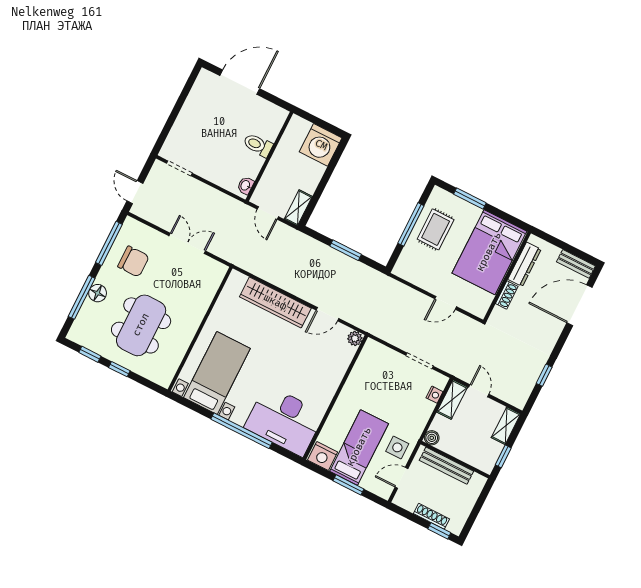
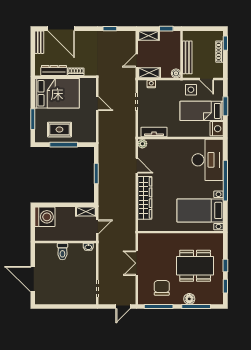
tv unit: (363, 364) -> (154, 132), added

